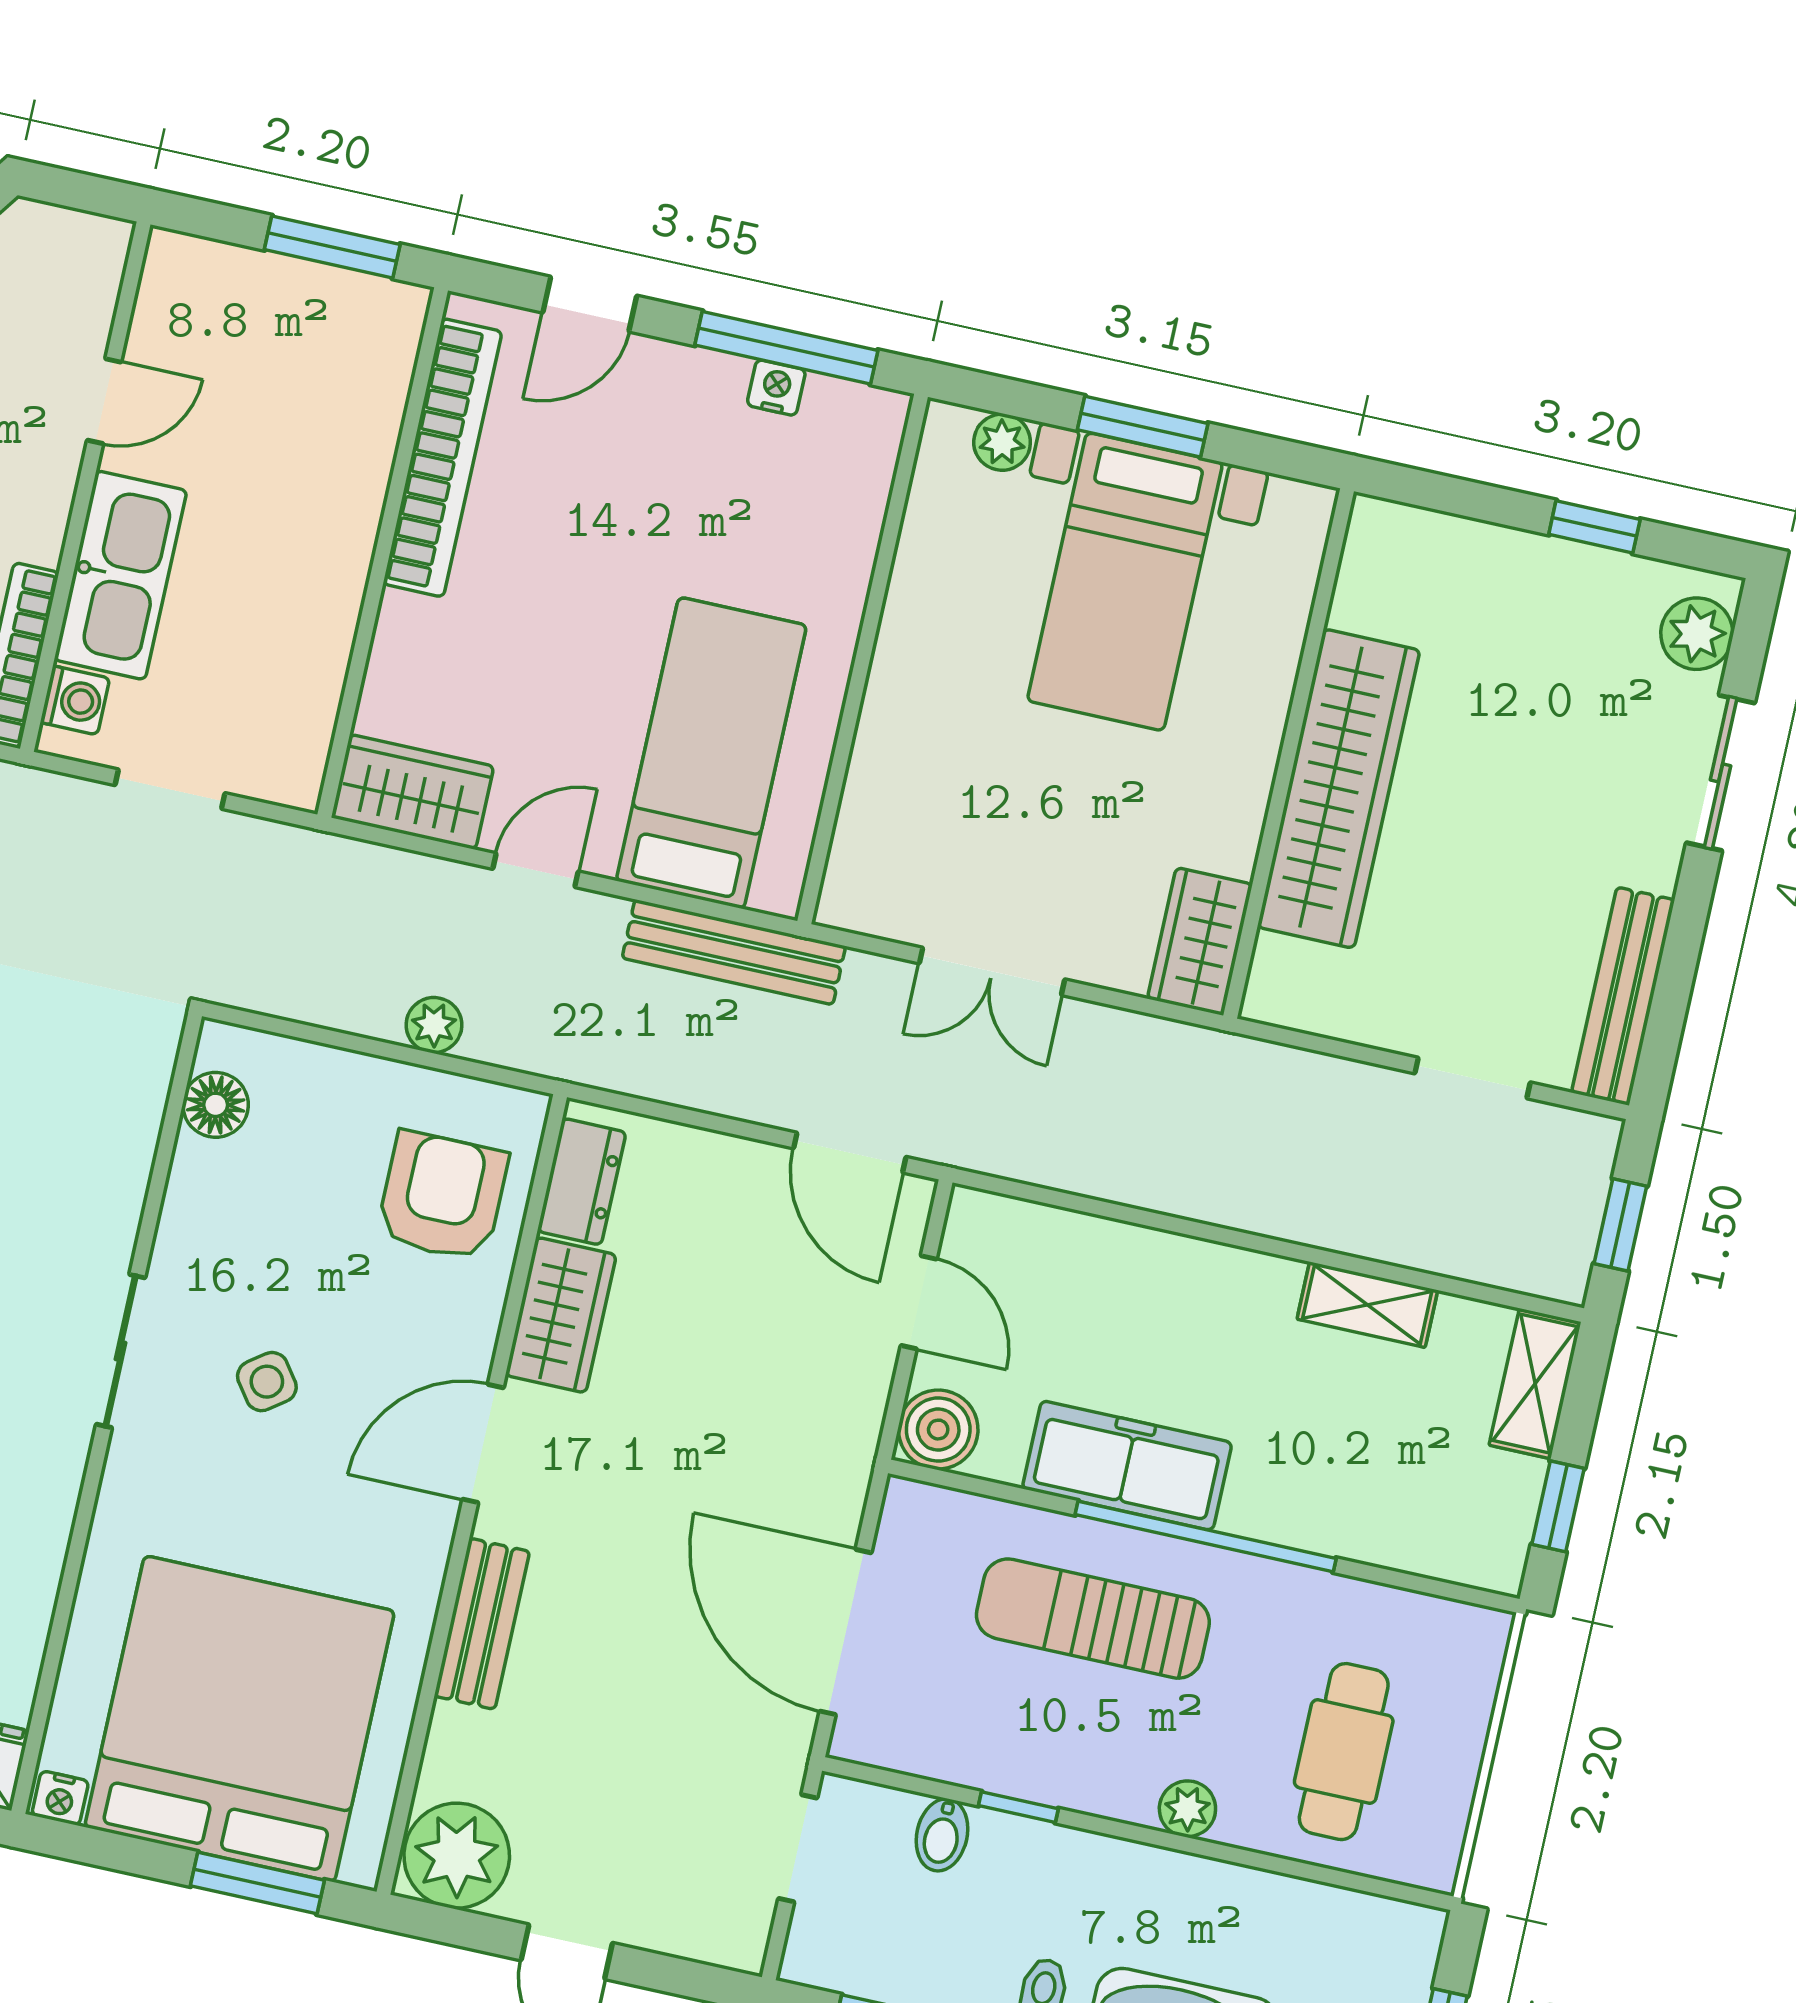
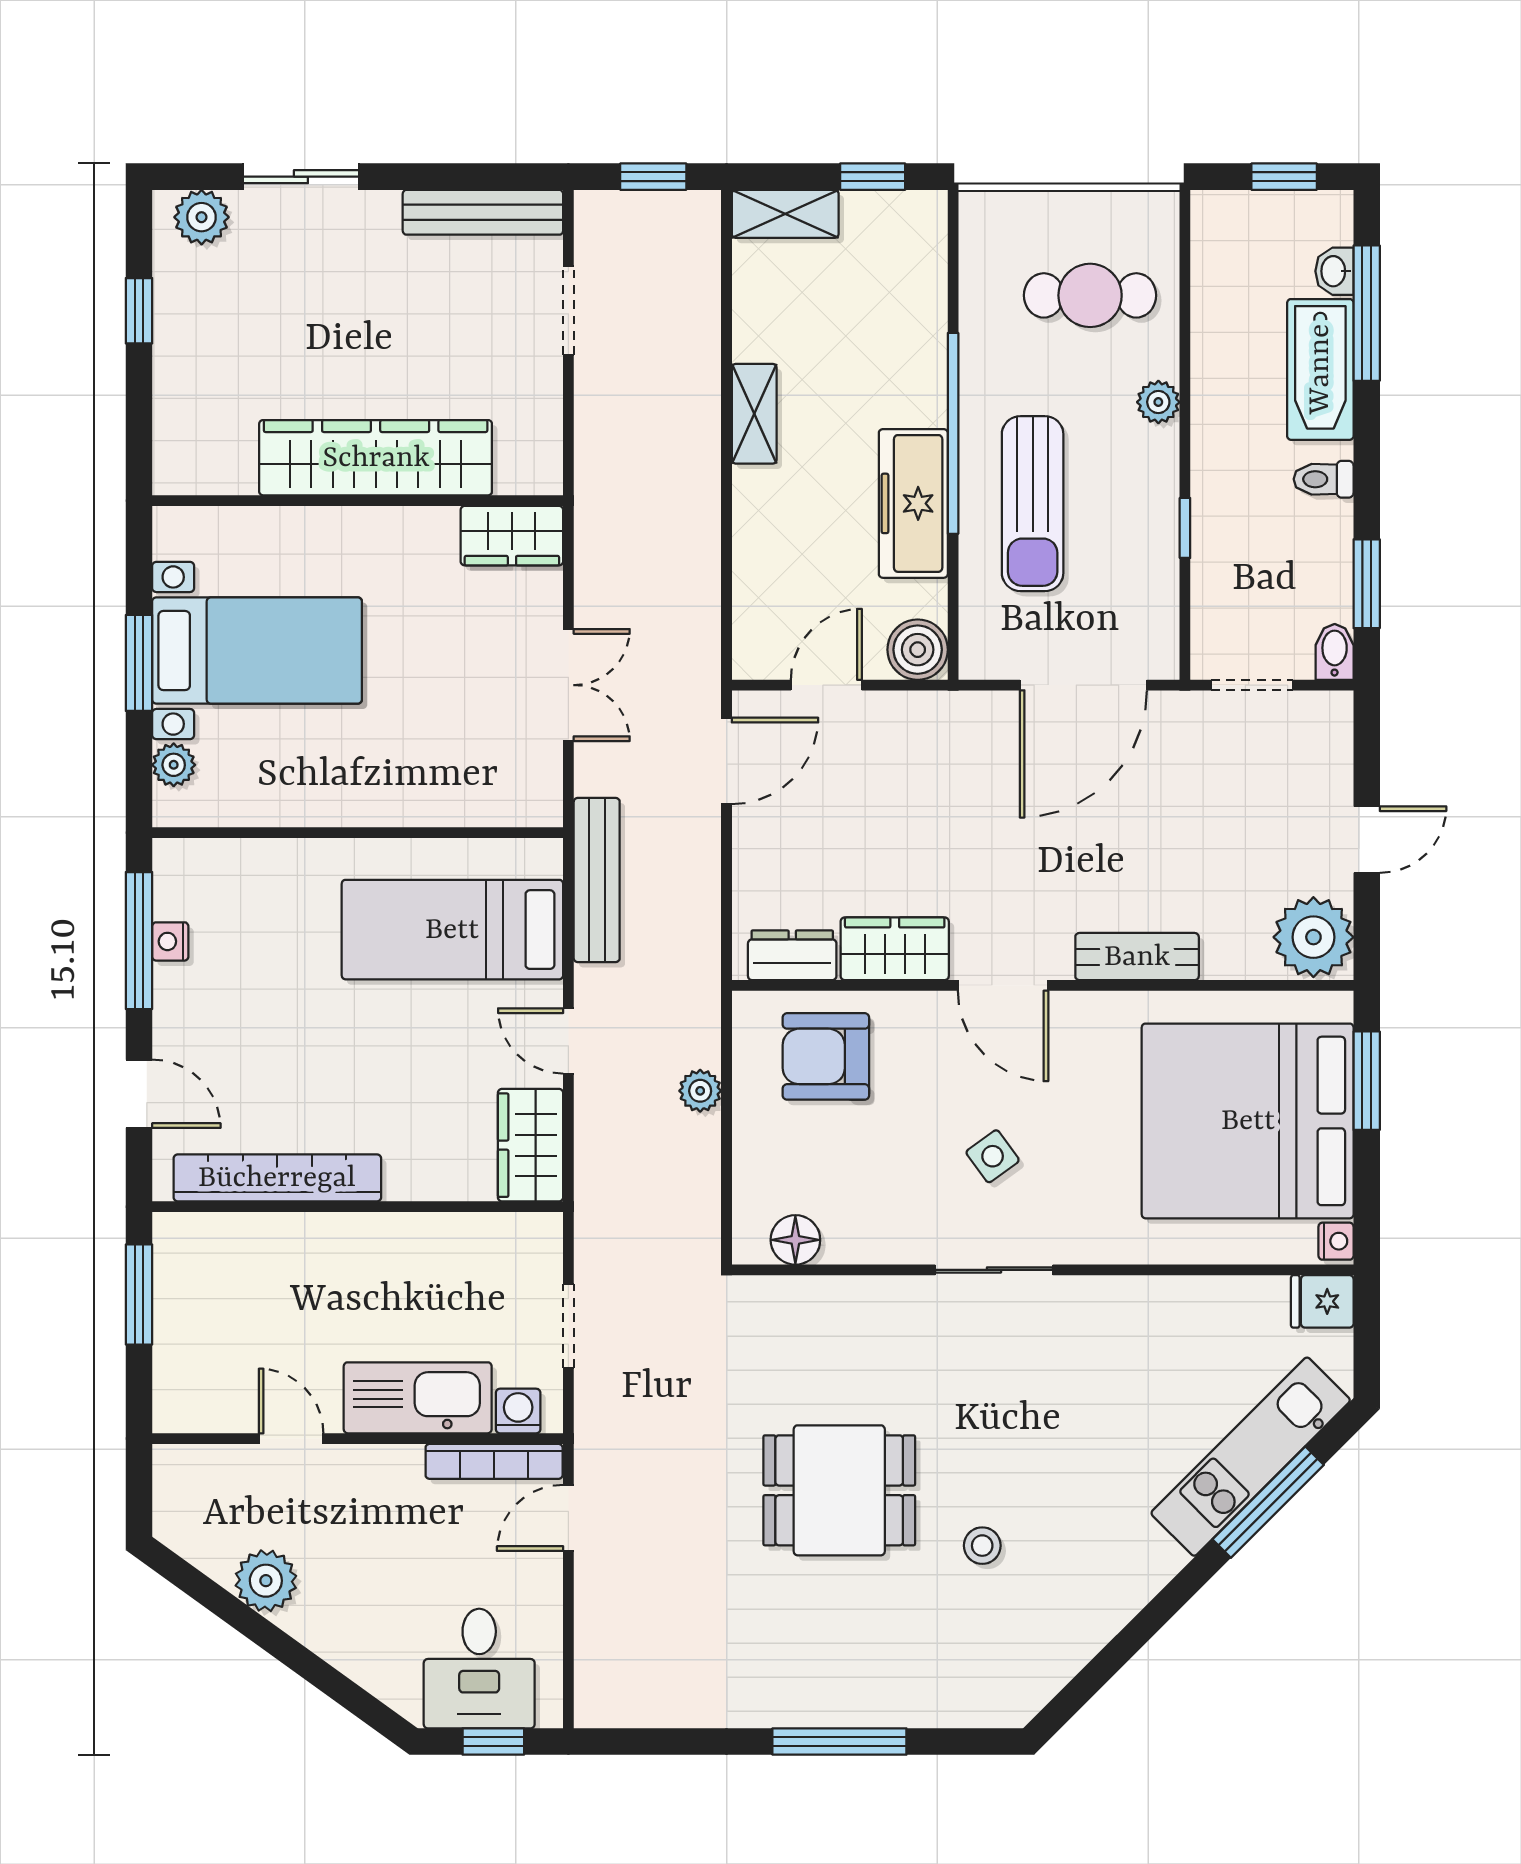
shelving: (1367, 1305) -> (754, 414), moved
bidet: (942, 1835) -> (1335, 652), moved, turned -90

